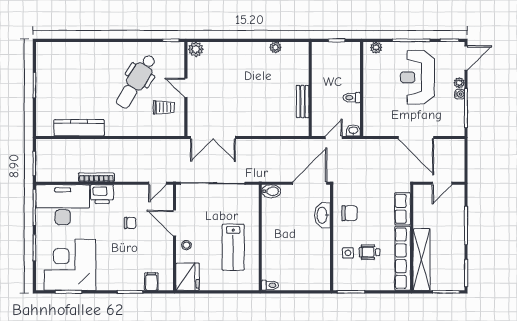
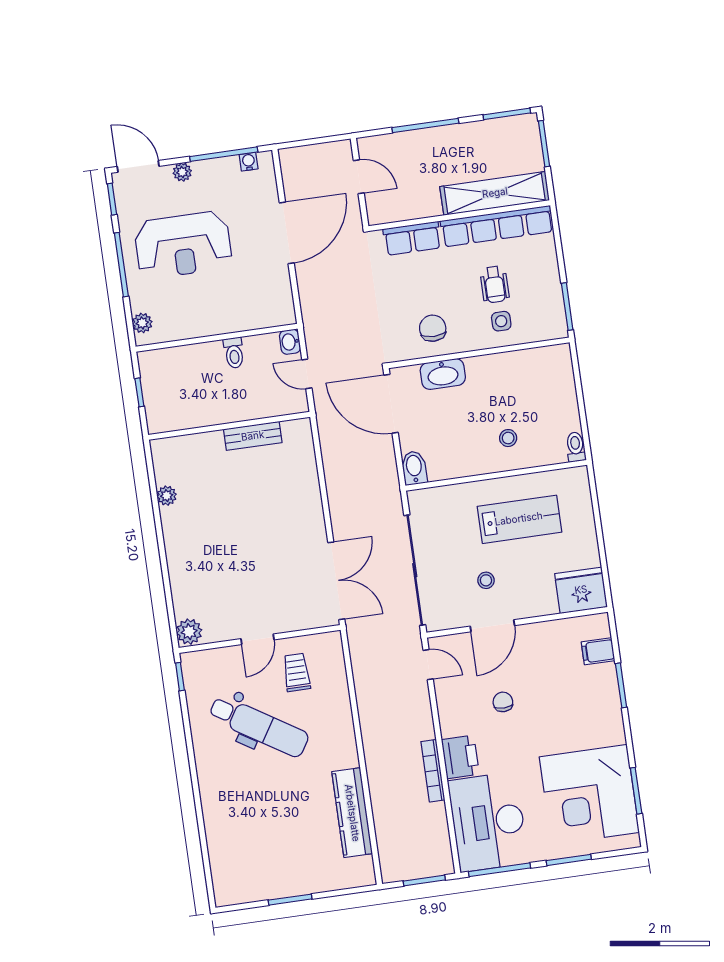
water cooler: (460, 94) -> (249, 162), moved
stool: (186, 245) -> (486, 580), moved
stool: (281, 247) -> (508, 438), added

